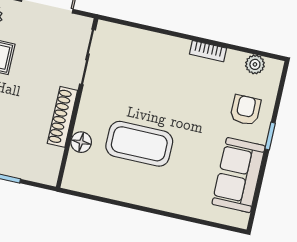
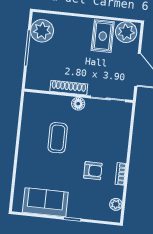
armchair: (245, 110) -> (93, 171), moved
floor lamp: (81, 142) -> (78, 104), moved
coffee table: (139, 144) -> (58, 138), width x0.73, depth x0.76

